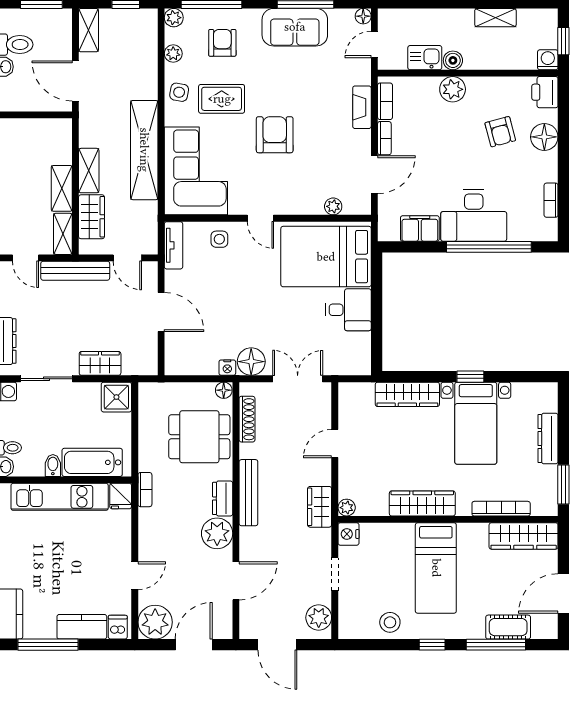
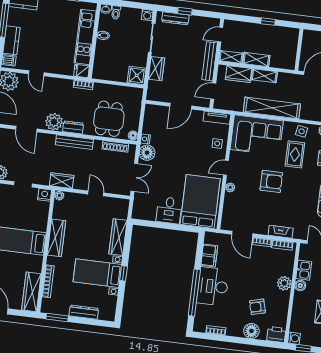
plant: (333, 206) -> (230, 187), moved
bathtub: (92, 462) -> (102, 57), removed

